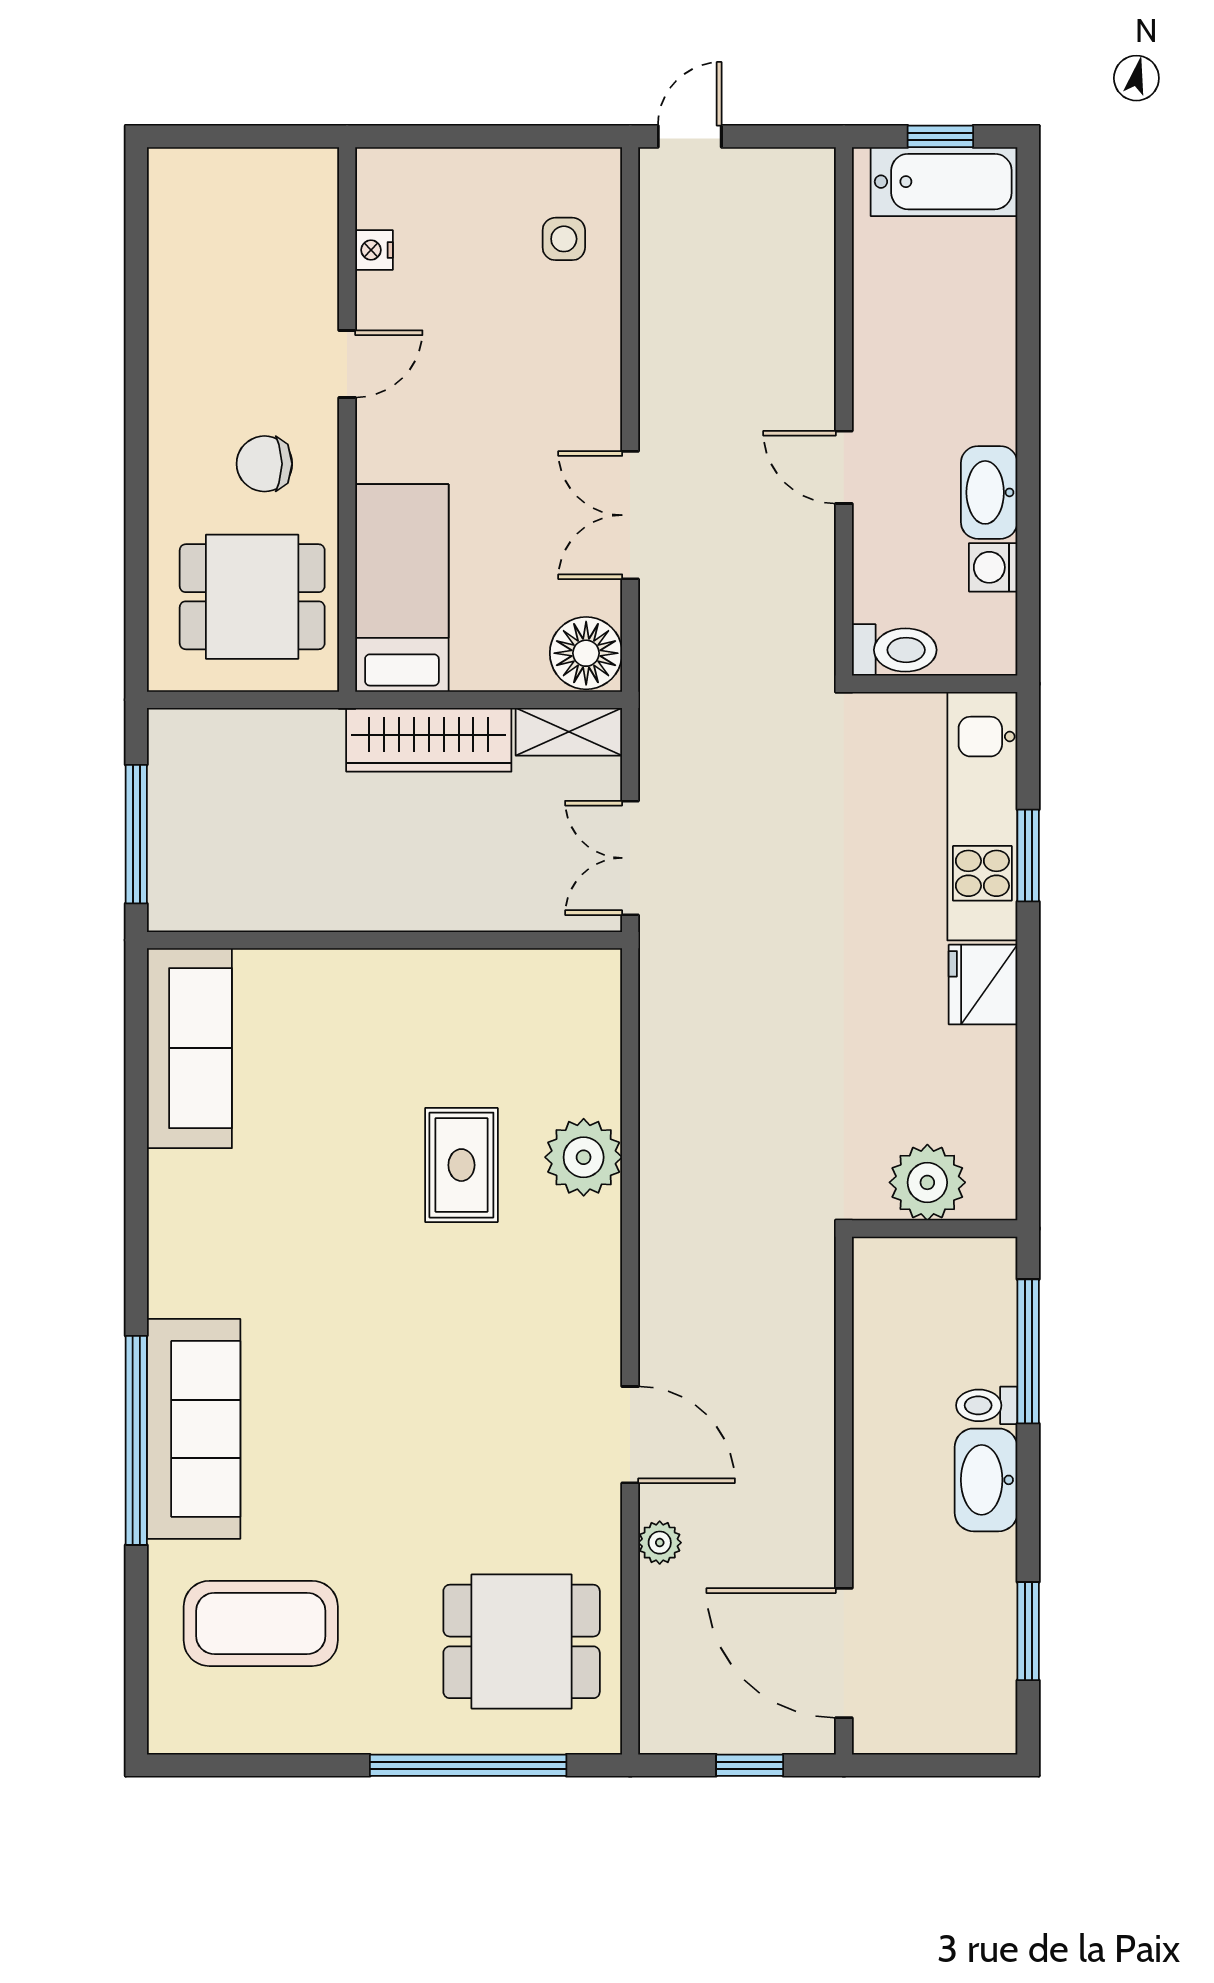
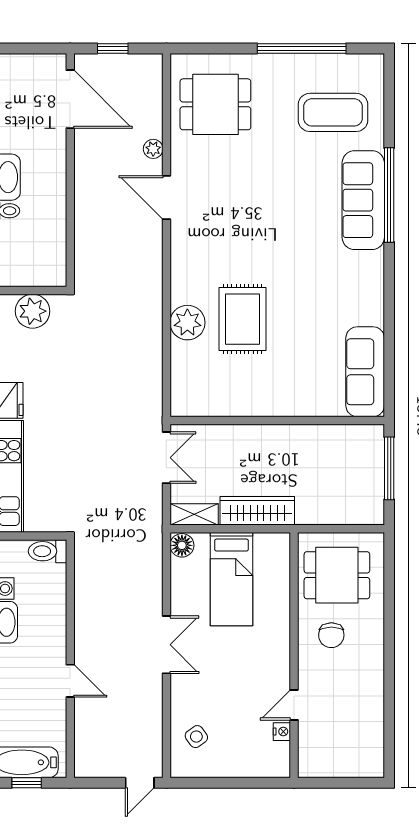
side table: (564, 239) -> (196, 737), turned -36
door: (347, 364) -> (294, 705), moved
chair: (264, 464) -> (331, 635), turned 90
door: (844, 467) -> (70, 681), moved
double door: (630, 515) -> (166, 645), moved
bed: (402, 588) -> (232, 579), moved
floor lamp: (586, 653) -> (182, 545), width x0.73, depth x0.73
rug: (461, 1165) -> (243, 319), width x1.36, depth x1.43
window: (468, 1765) -> (302, 49), moved

